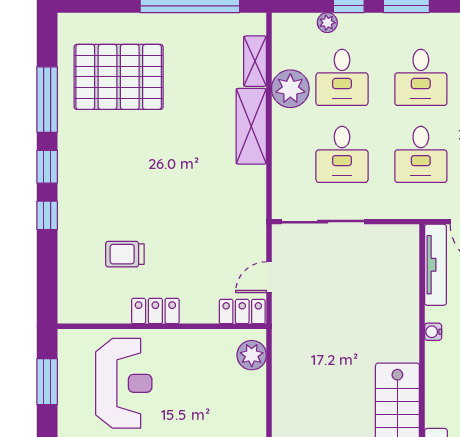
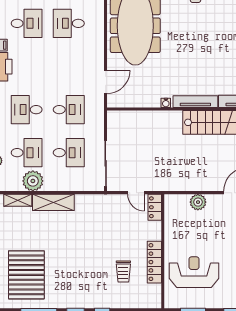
desk: (421, 77) -> (27, 110), turned 180
tv unit: (435, 265) -> (195, 102), moved
locker: (155, 311) -> (154, 262), width x1.53
plant: (252, 355) -> (198, 202), moved

